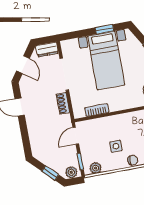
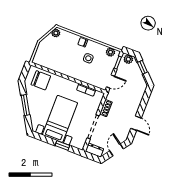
window: (104, 29) -> (62, 146), moved

